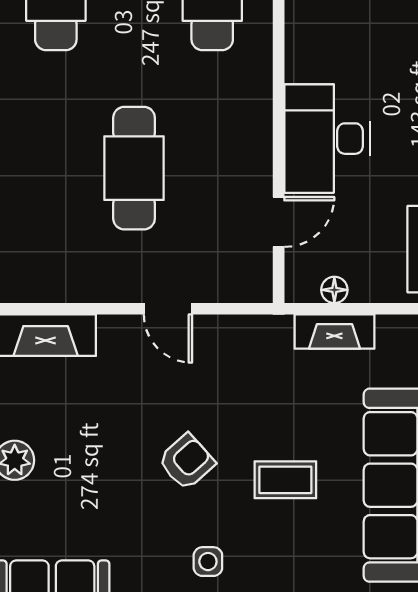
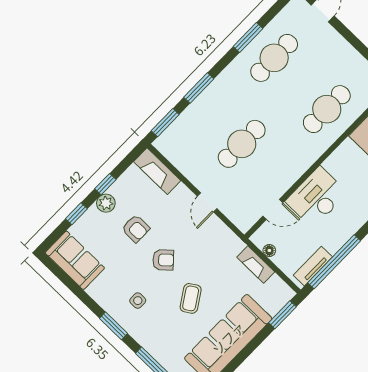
armchair: (98, 455) -> (136, 229), added
coffee table: (285, 480) -> (191, 298), turned 57

